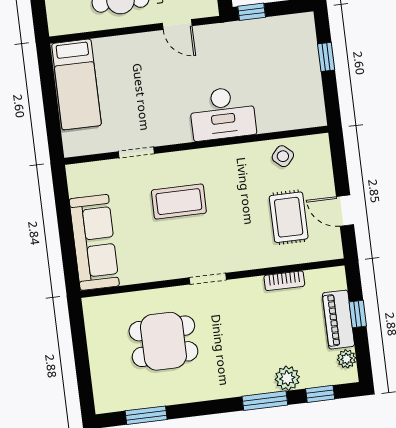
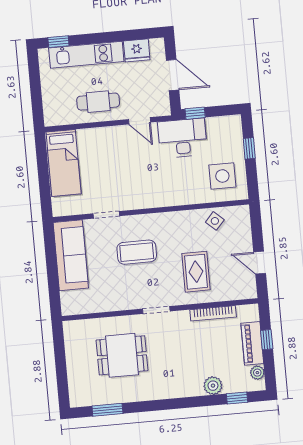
side table: (291, 95) -> (222, 176), added
desk: (223, 113) -> (182, 138), moved, turned 180
rug: (289, 217) -> (196, 272), moved
sofa: (94, 242) -> (71, 255), moved
bookcase: (284, 281) -> (213, 313), width x1.56
window: (265, 401) -> (196, 402), removed

